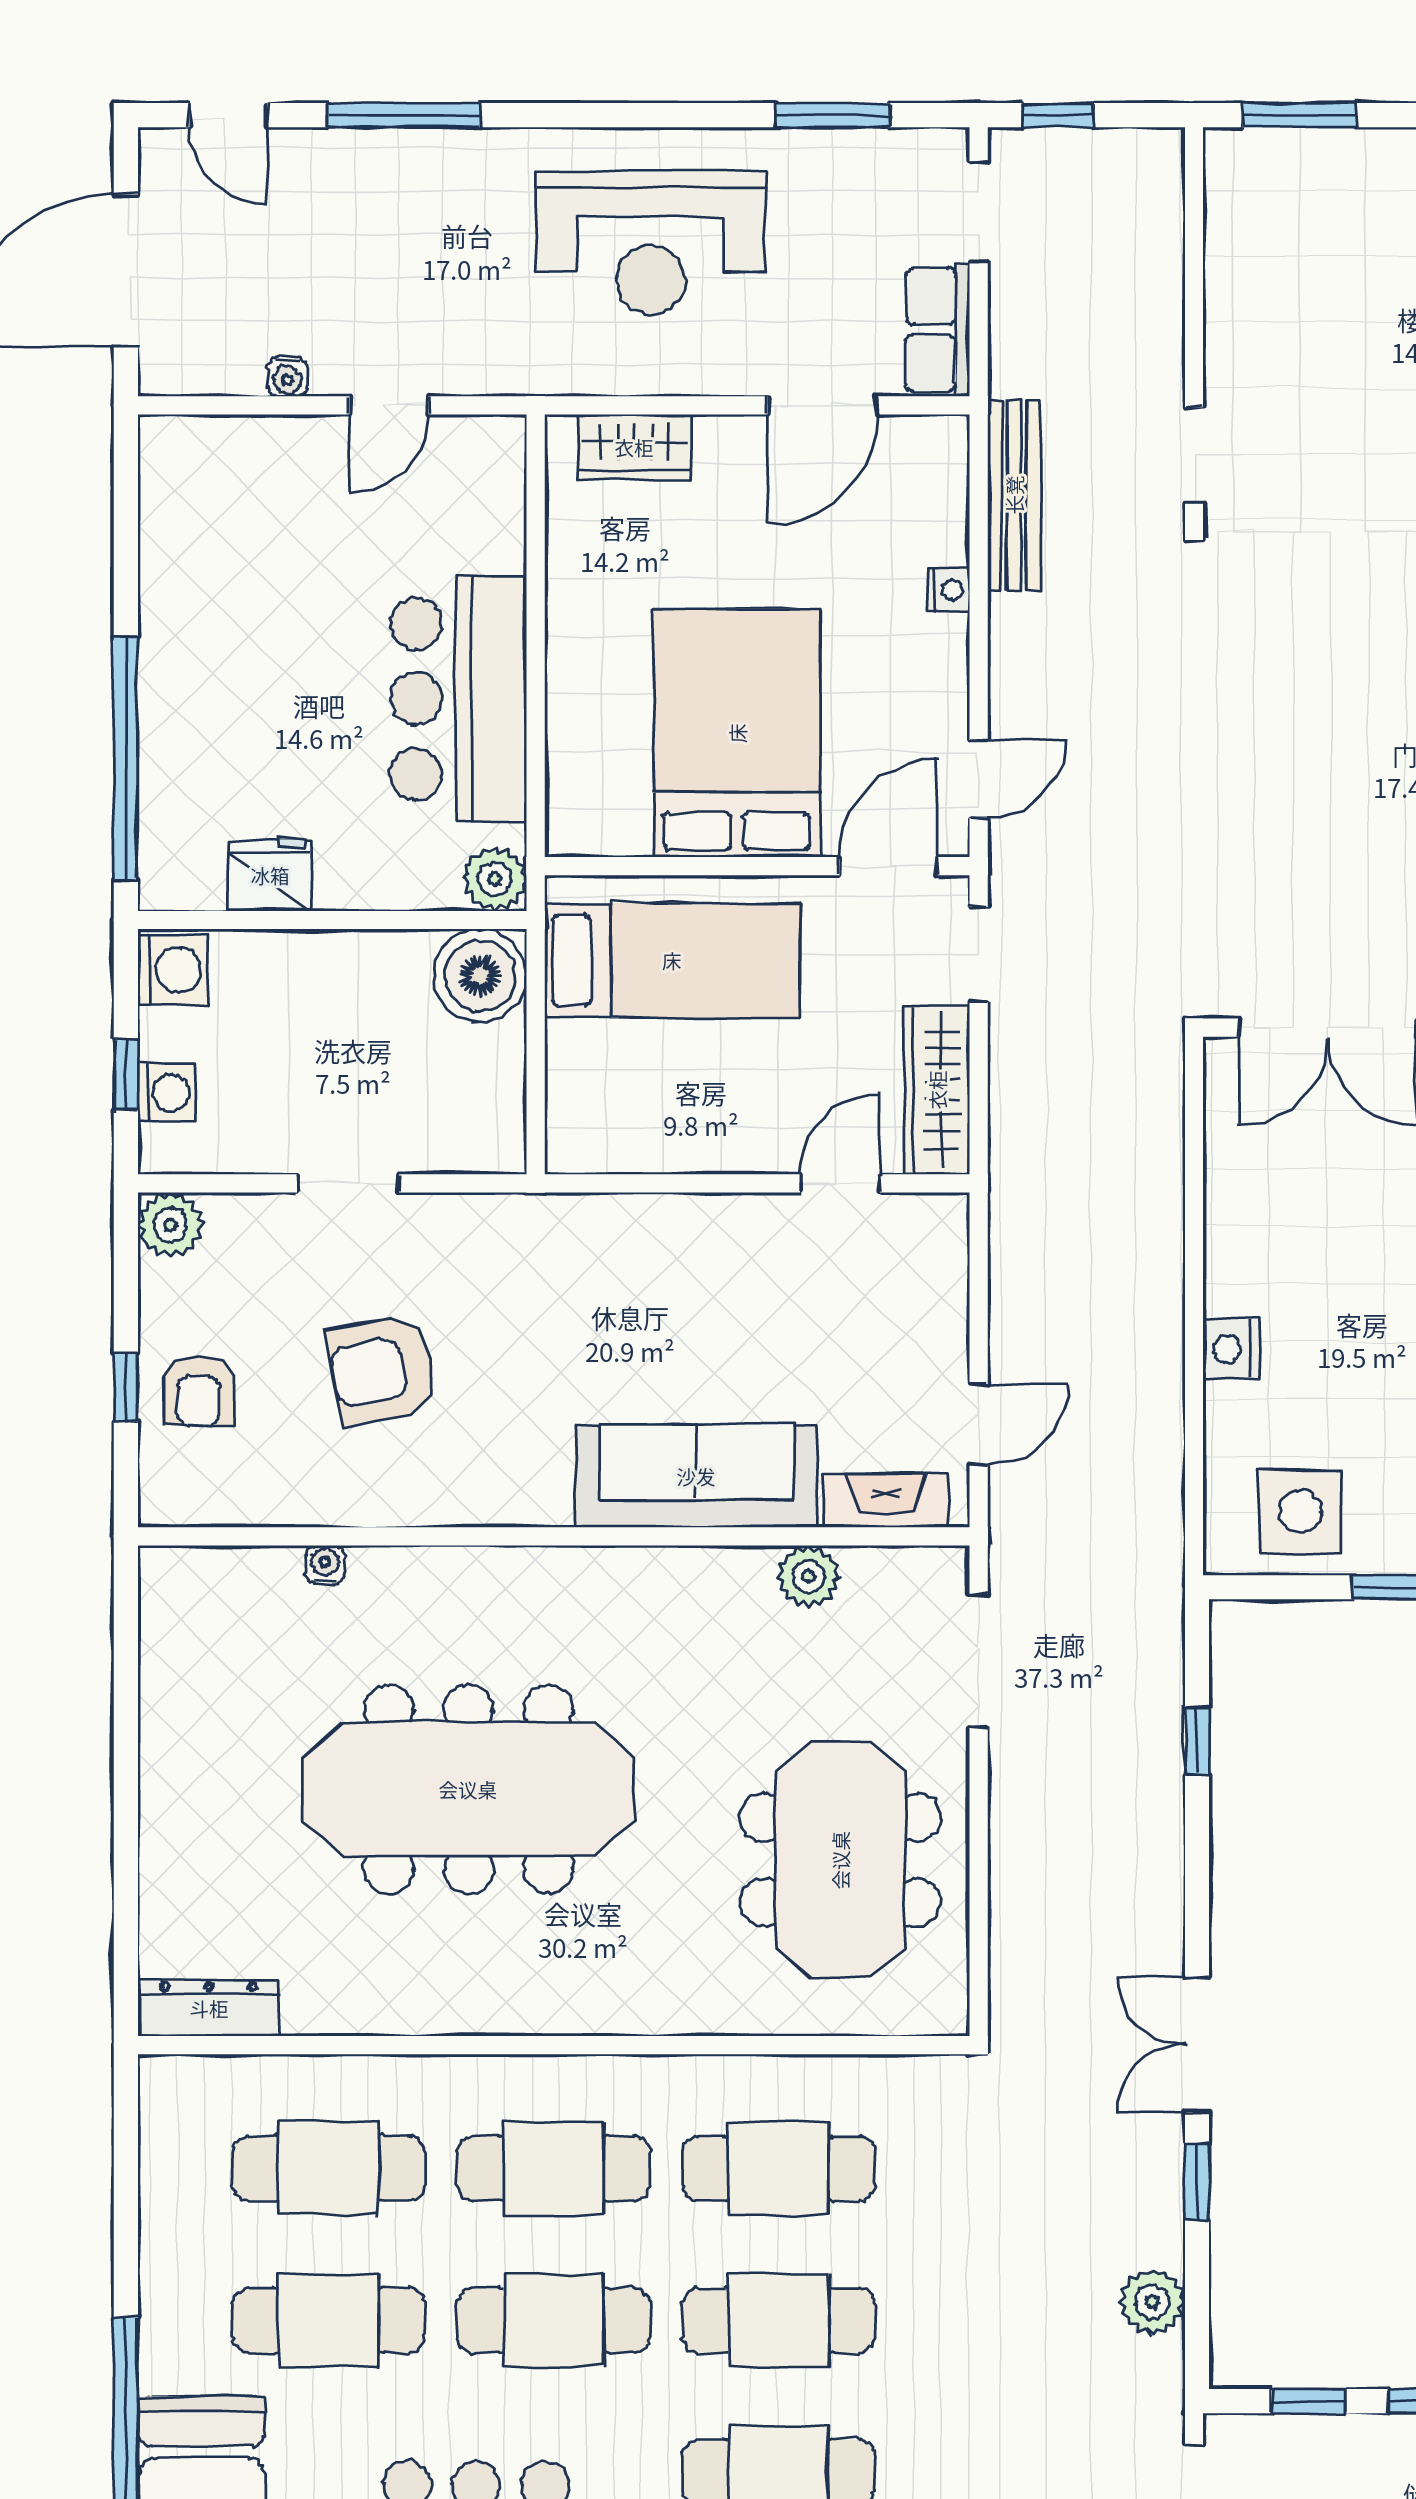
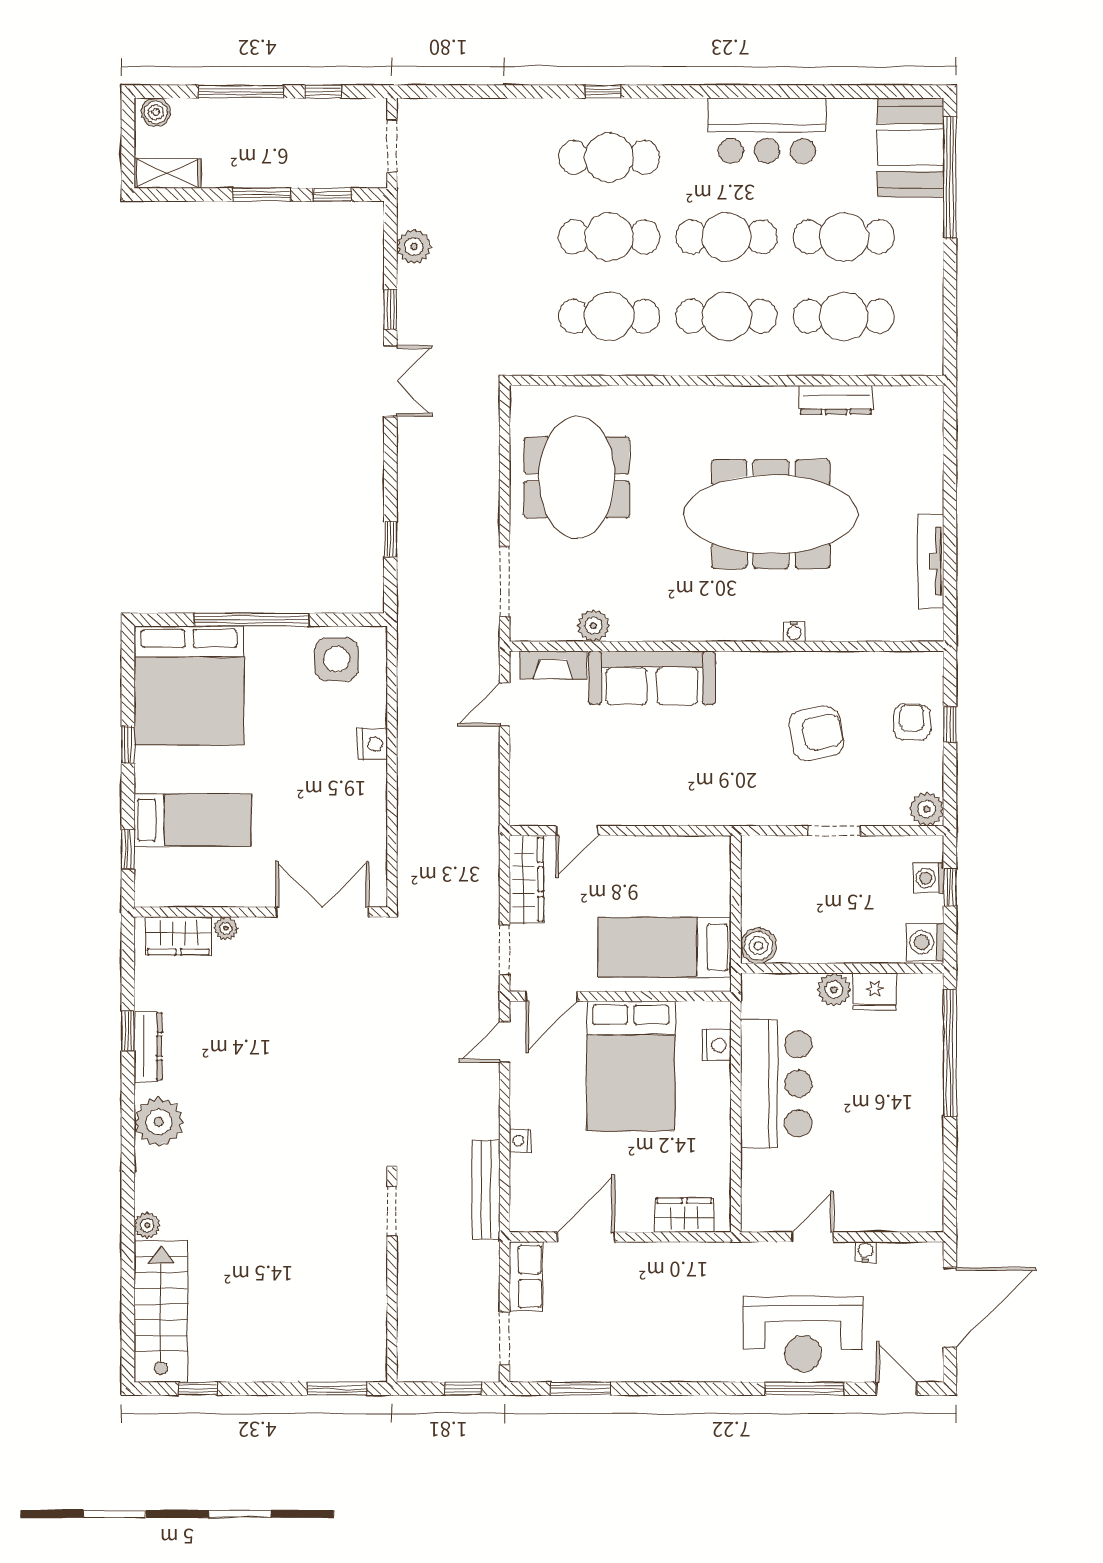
reception desk: (651, 243) -> (803, 1334), moved, turned 180
nightstand: (573, 773) -> (717, 1045), added
plant: (495, 879) -> (834, 990), moved
boiler: (480, 976) -> (758, 946), width x0.73, depth x0.73
water cooler: (325, 1565) -> (794, 631), moved
tv unit: (162, 1699) -> (931, 561), added
dresser: (209, 2008) -> (836, 400), moved

